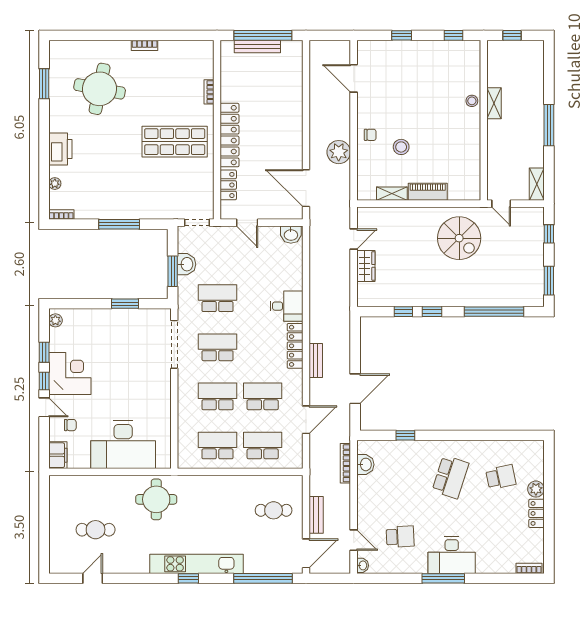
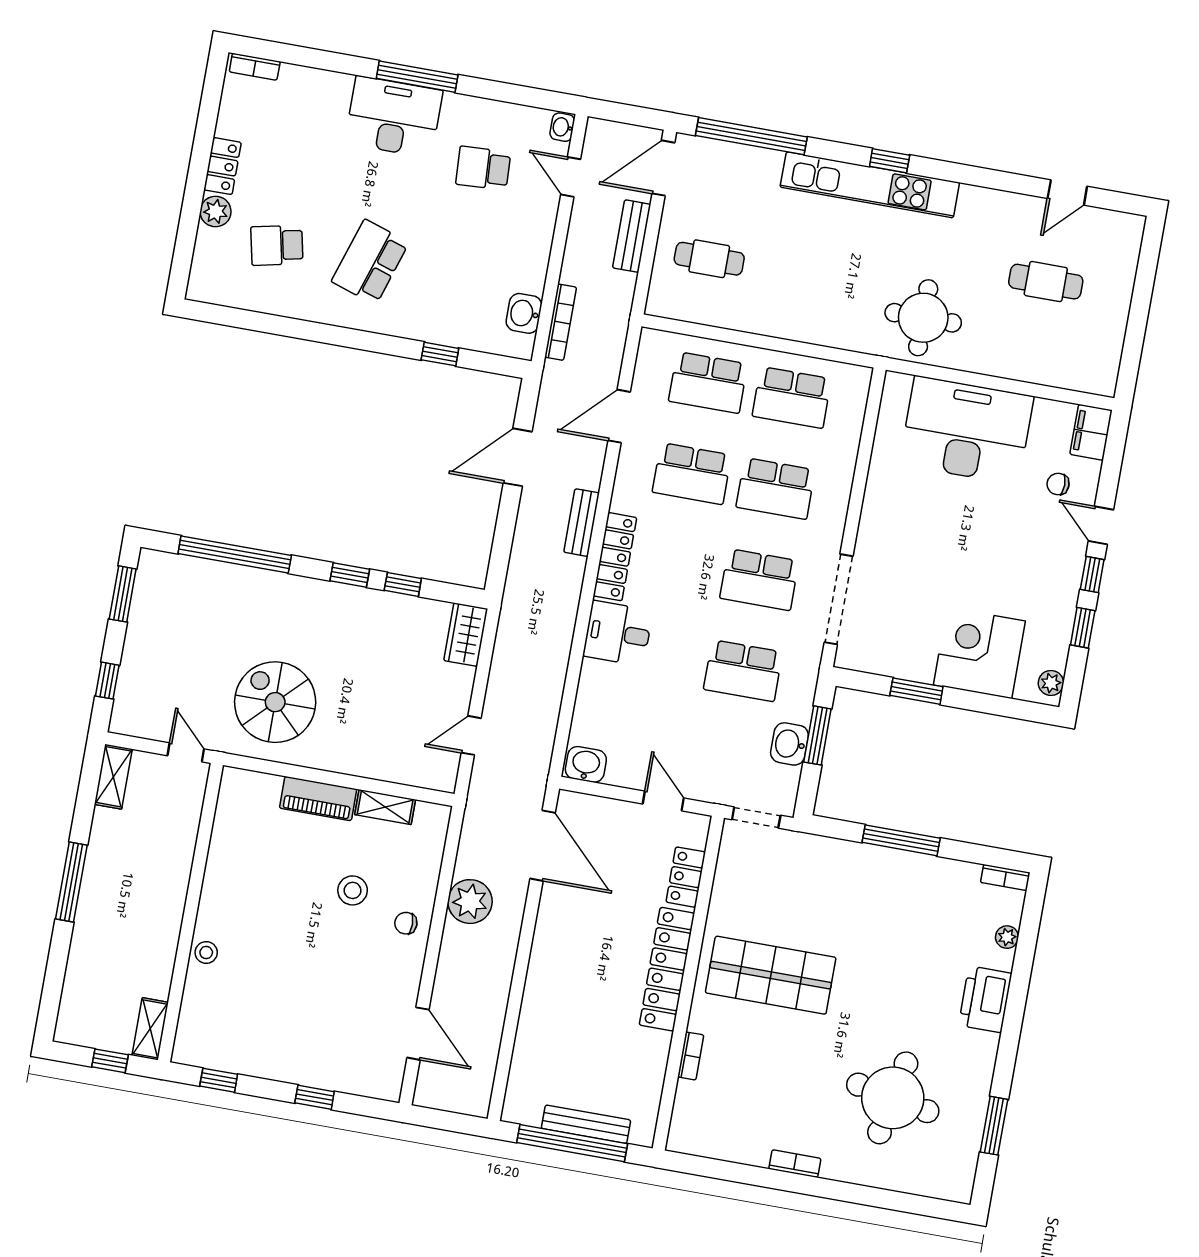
shelving: (494, 103) -> (150, 1029), moved
wardrobe: (366, 266) -> (466, 635), moved
corner desk: (70, 374) -> (979, 653), moved, turned 90

